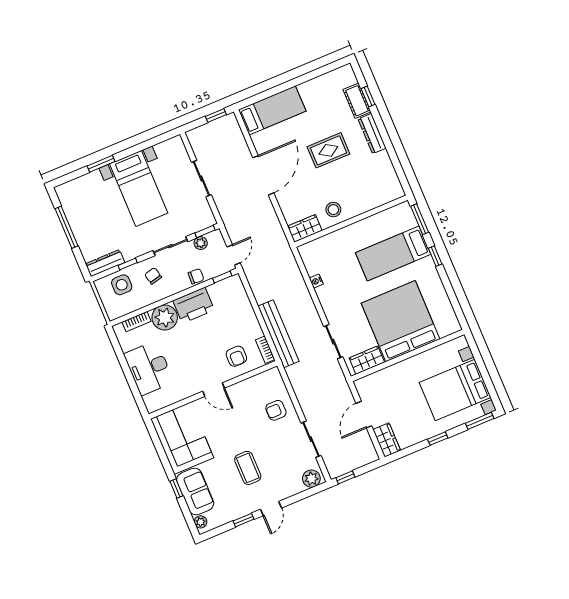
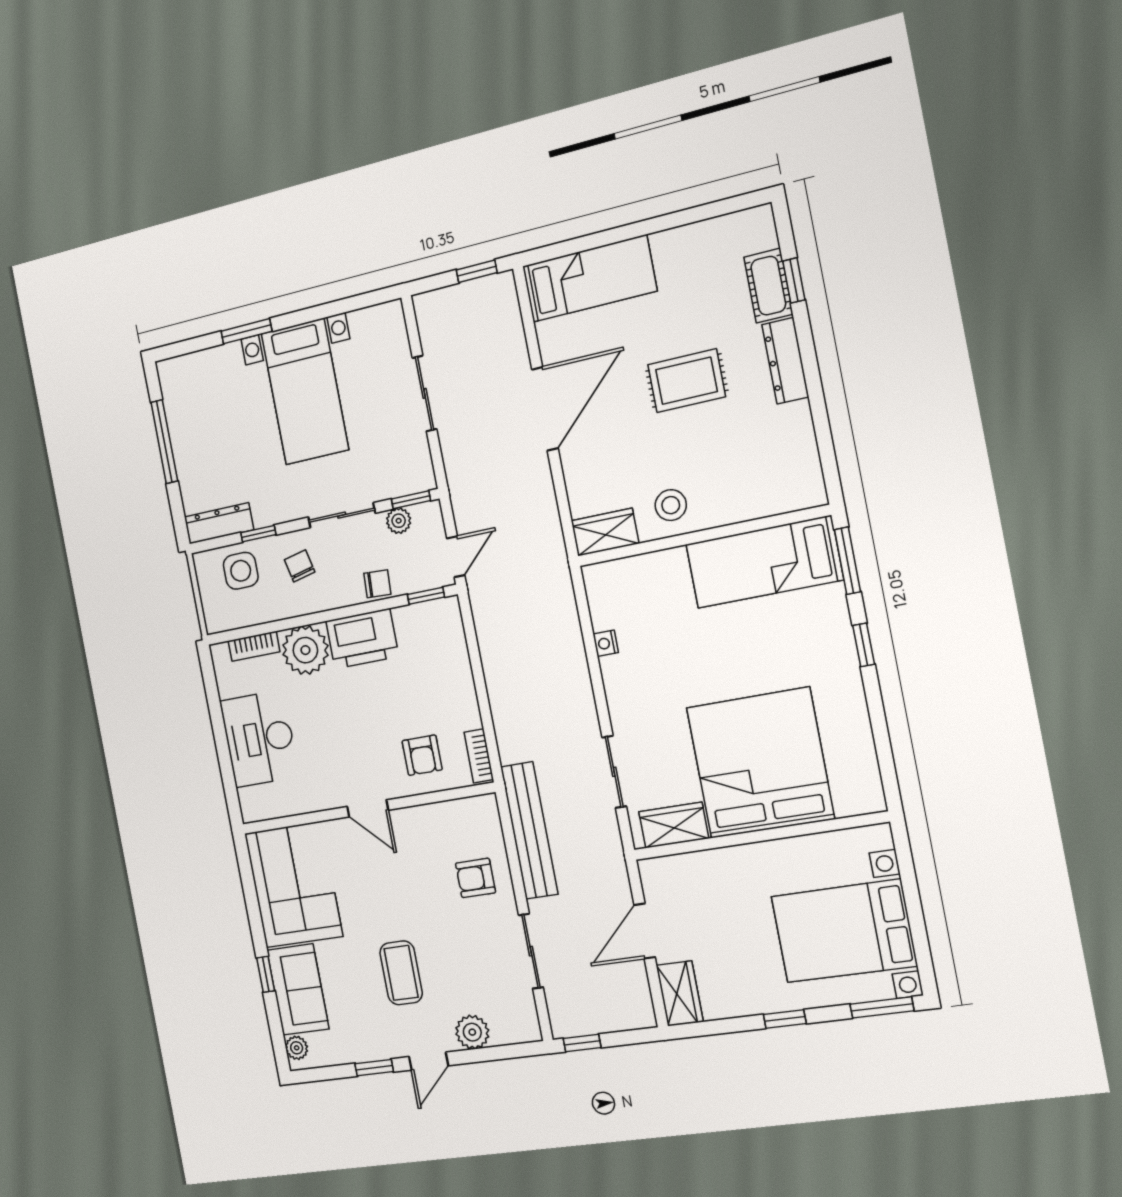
bed: (393, 253) -> (764, 562), moved
bench: (278, 334) -> (529, 831), moved
plant: (311, 479) -> (472, 1032), moved

